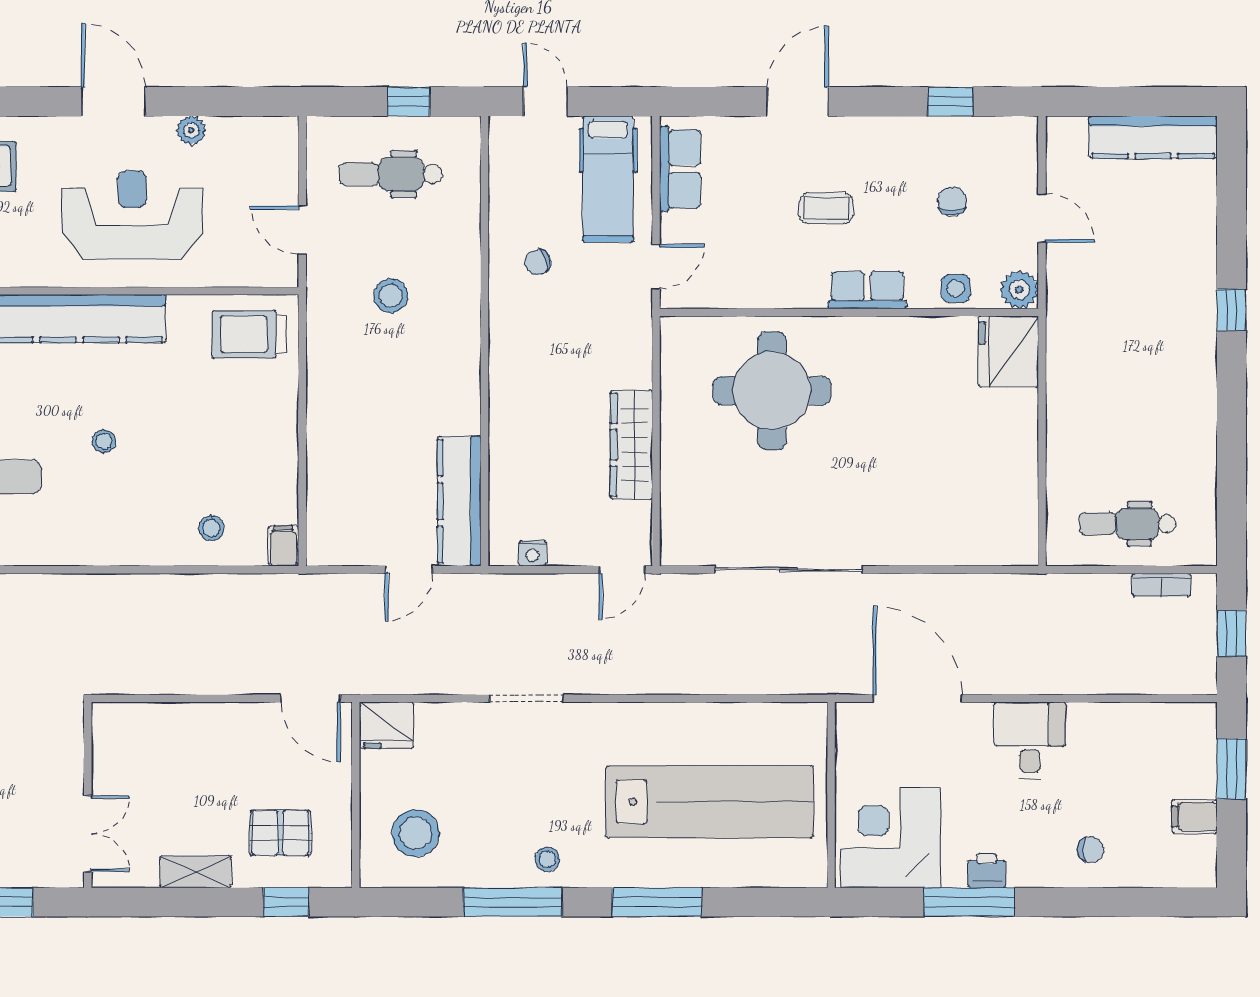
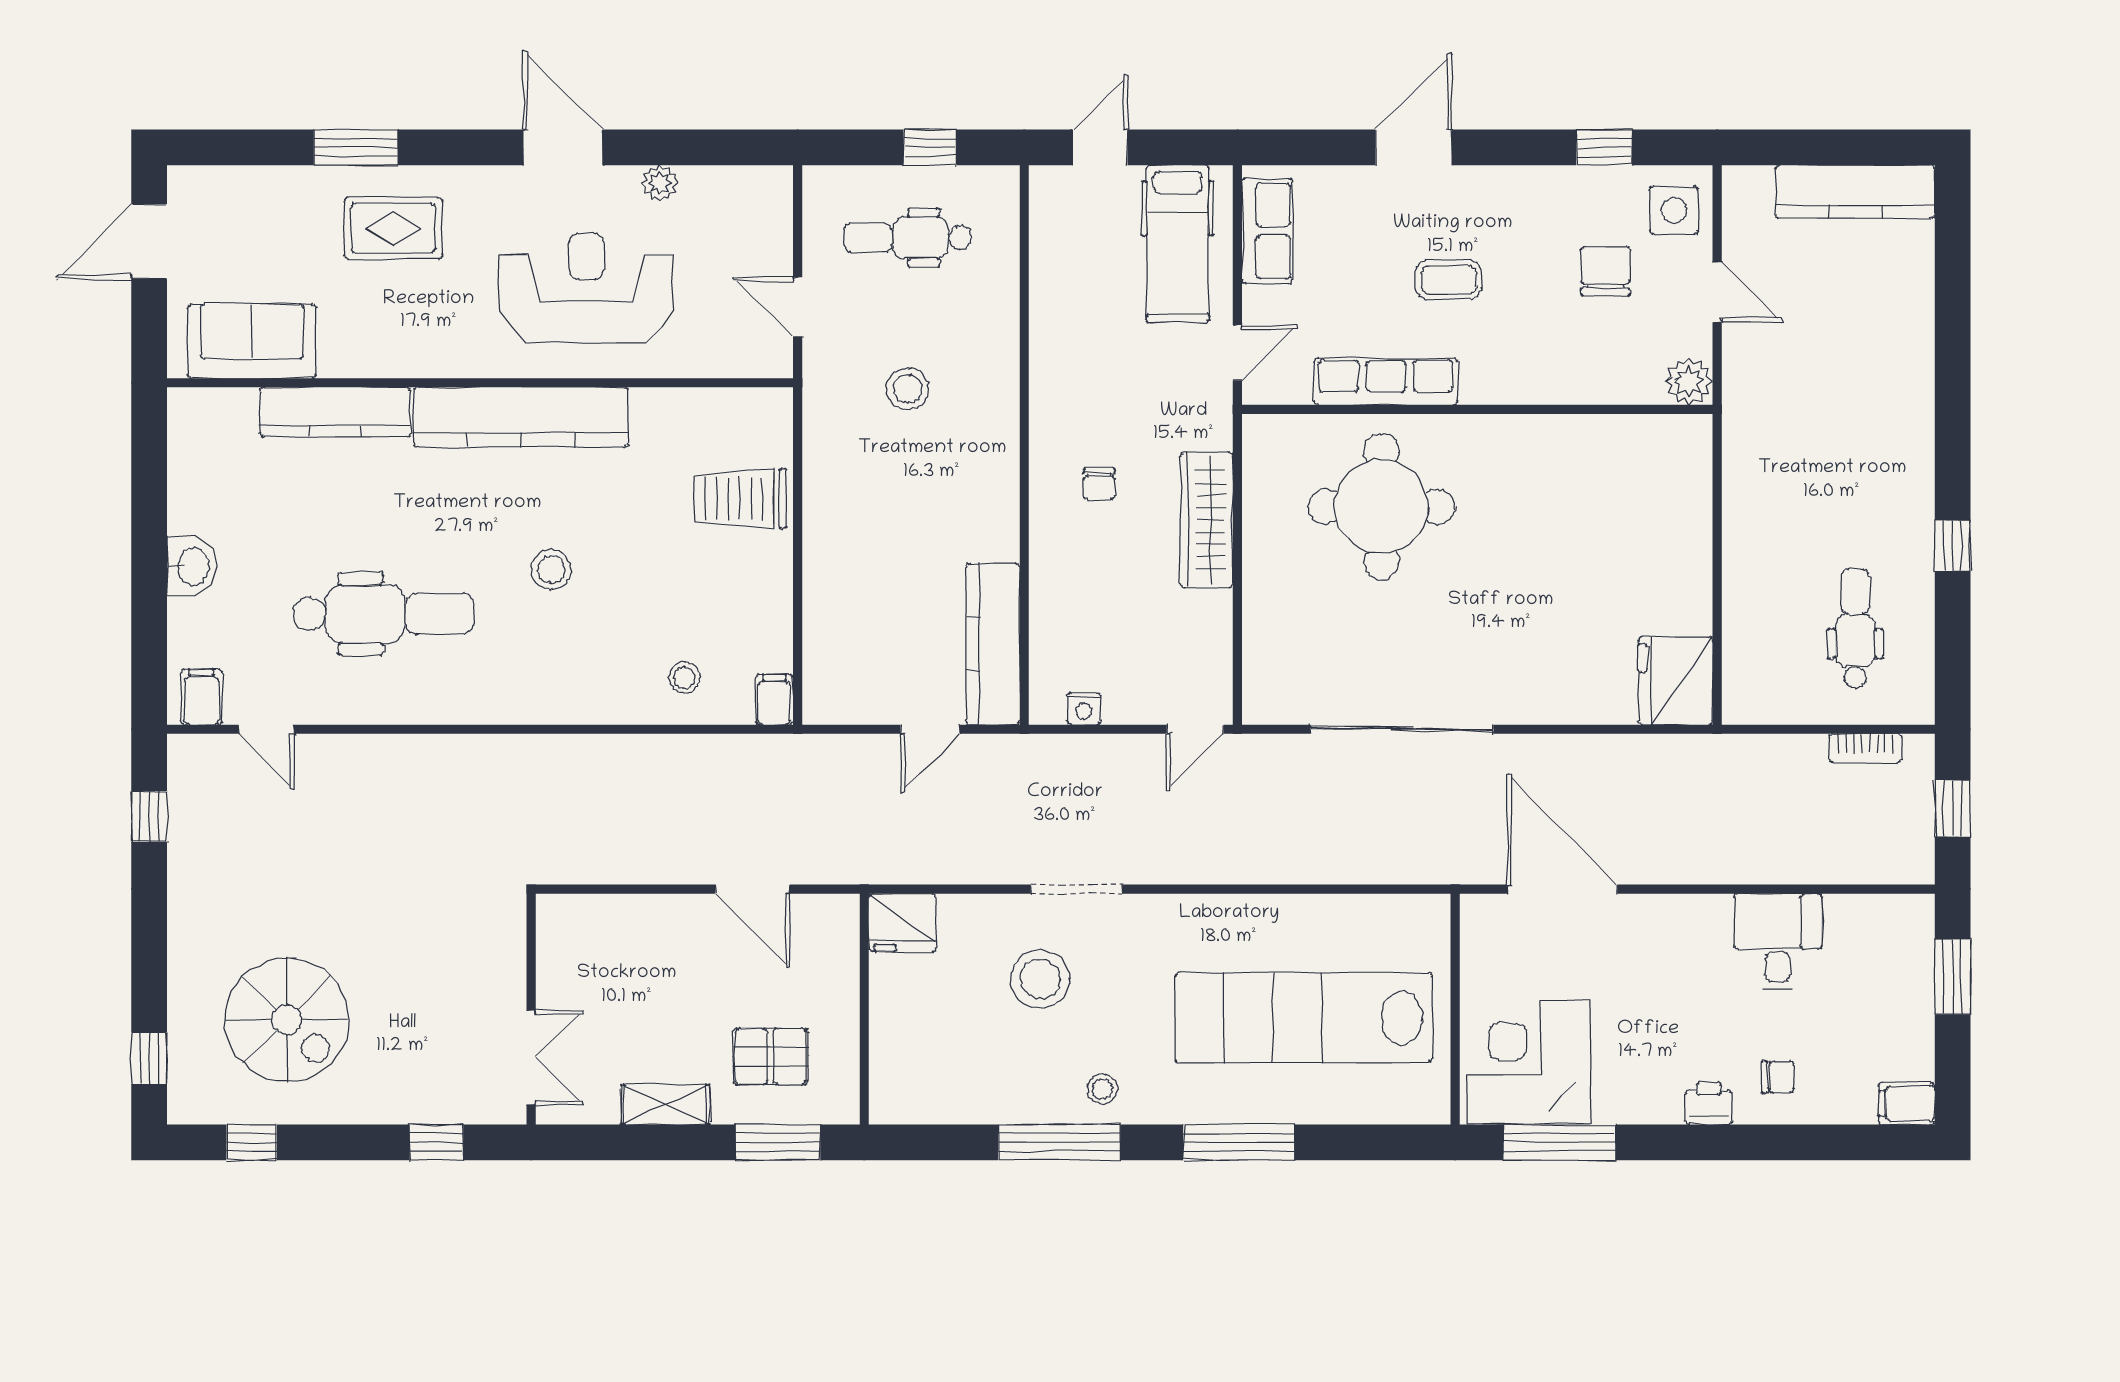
door: (546, 101) -> (1100, 147), hinge flipped
chair: (952, 201) -> (1605, 271), width x1.37, depth x1.37
chair: (538, 262) -> (1099, 484), moved, turned -67
side table: (956, 289) -> (1674, 210), moved, width x1.37, depth x1.37
row of seats: (867, 290) -> (1386, 382), moved, width x1.48
window: (1231, 310) -> (1953, 546), moved
trolley: (249, 334) -> (740, 498), moved
fridge: (1008, 351) -> (1675, 681), moved
stool: (104, 441) -> (551, 570), width x1.37, depth x1.37
wardrobe: (631, 445) -> (1207, 520), moved
dental chair: (1127, 524) -> (1855, 629), moved, turned 90
door: (310, 698) -> (753, 889), moved
desk: (1030, 740) -> (1777, 941), moved
lab bench: (709, 802) -> (1304, 1018), turned 180
filing cabinet: (1195, 816) -> (1907, 1103), moved
stool: (416, 833) -> (1040, 979), moved
printer: (987, 871) -> (1709, 1103), moved
window: (286, 902) -> (778, 1142), width x1.50
window: (969, 902) -> (1559, 1142), moved

